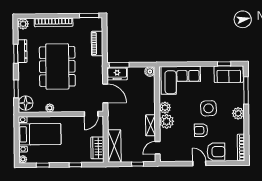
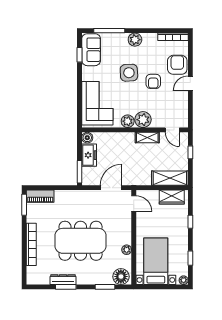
plant: (23, 24) -> (33, 278), removed
piano: (97, 43) -> (40, 196), moved
freezer: (117, 74) -> (89, 155), moved

